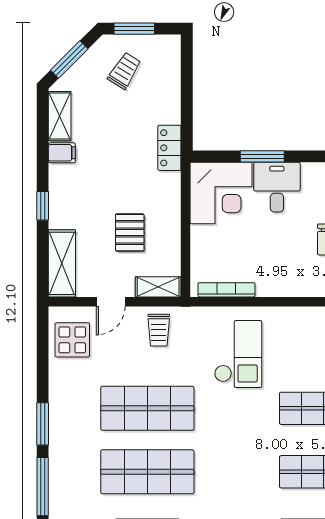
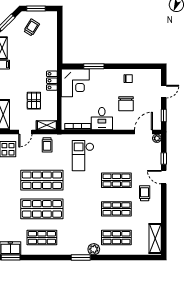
locker: (169, 148) -> (52, 81), moved
desk: (277, 187) -> (102, 119), moved, turned 180
checkout: (238, 354) -> (83, 156), turned 180

